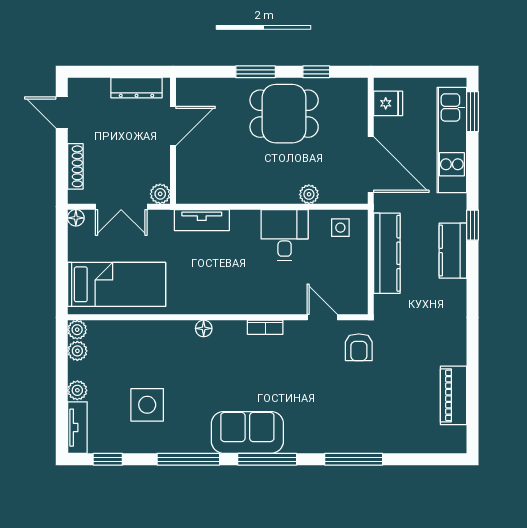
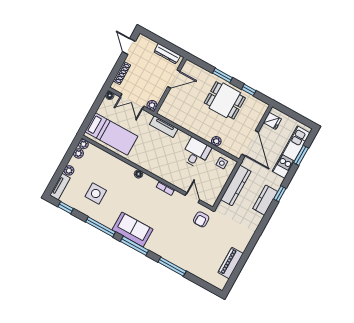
window: (473, 112) -> (301, 155), moved

